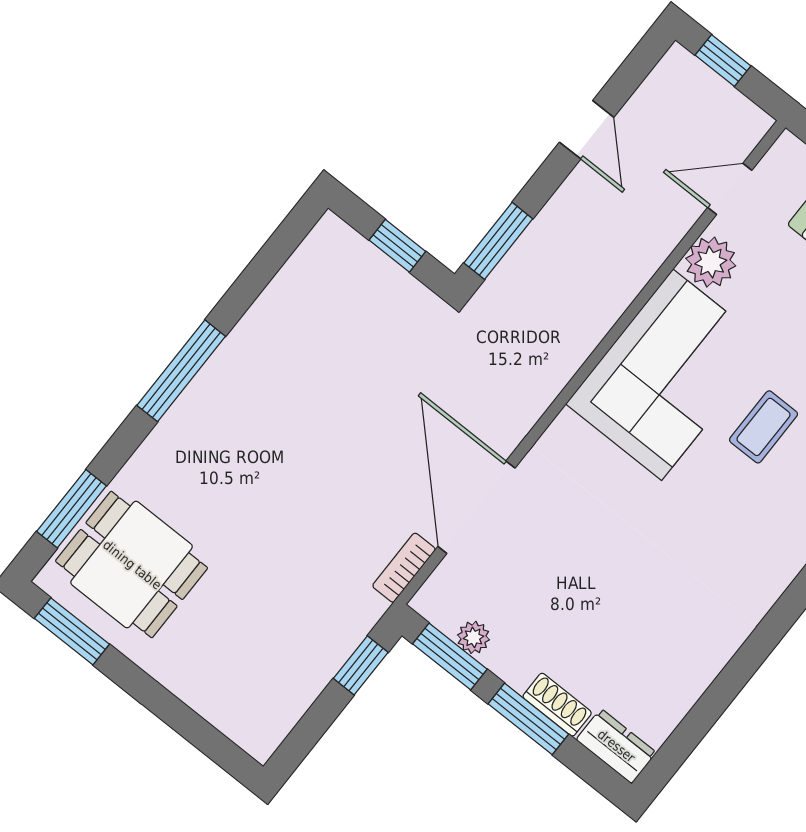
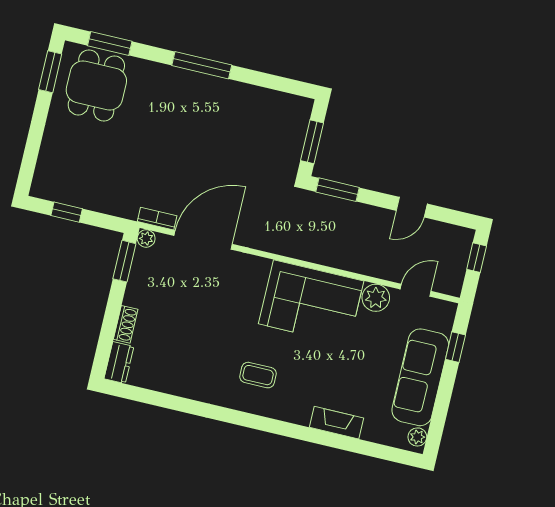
door: (730, 189) -> (416, 290), hinge flipped
window: (397, 246) -> (312, 142), width x1.50
coffee table: (763, 427) -> (258, 375), moved
plant: (473, 637) -> (146, 238), moved
window: (361, 665) -> (67, 212), moved
window: (528, 719) -> (112, 314), removed

